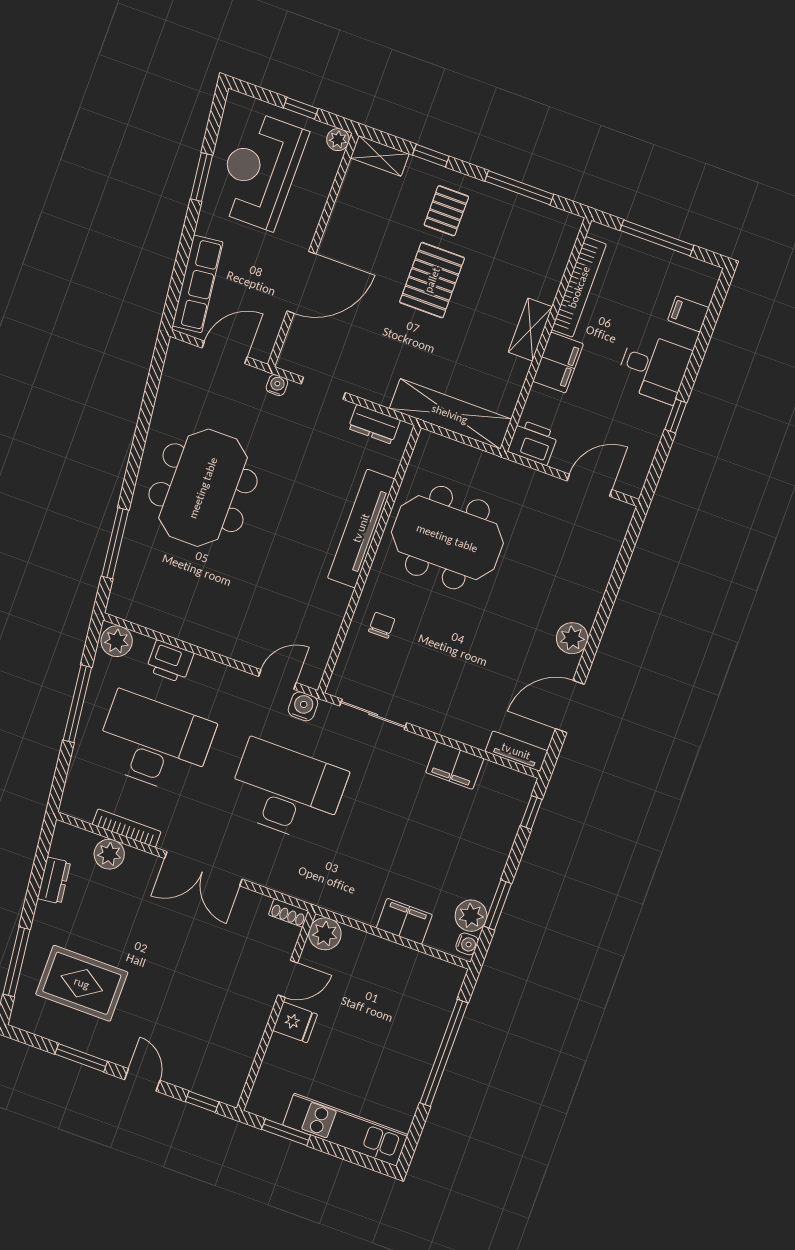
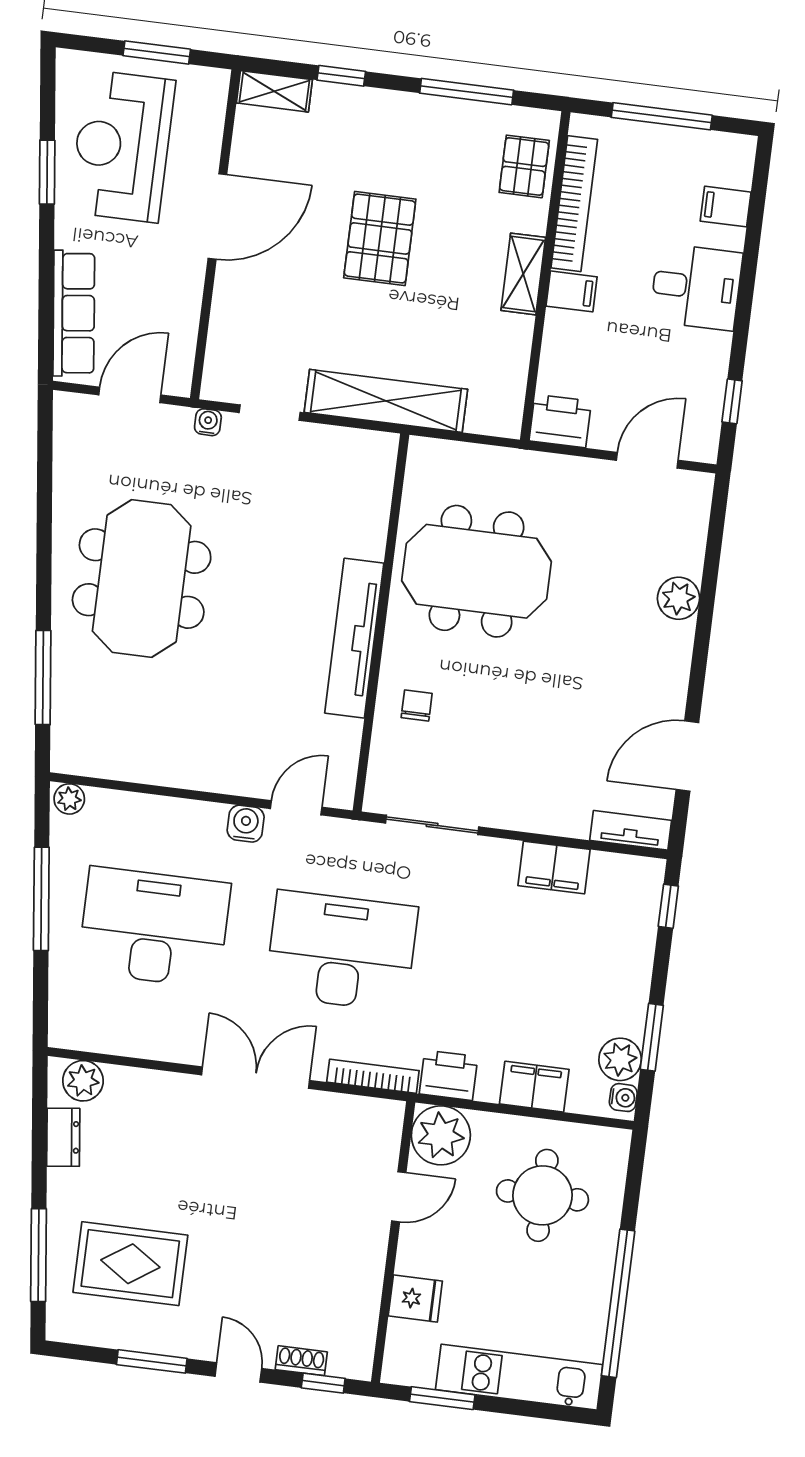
window: (301, 108) -> (157, 52), width x1.50
plant: (338, 140) -> (215, 82), removed
pallet: (446, 211) -> (524, 166), moved
door: (301, 282) -> (217, 217), moved
filing cabinet: (558, 363) -> (572, 291), width x0.50
shelving: (450, 414) -> (386, 401), moved
window: (676, 416) -> (732, 401), moved
dresser: (374, 424) -> (347, 445), removed
tv unit: (361, 528) -> (354, 638), moved
plant: (572, 638) -> (678, 598), moved
plant: (117, 641) -> (69, 799), width x0.73, depth x0.73
printer: (170, 662) -> (449, 1075), moved, turned 180
water cooler: (303, 706) -> (246, 824), moved
bookcase: (127, 828) -> (373, 1076), moved
plant: (109, 854) -> (83, 1081), moved
double door: (203, 869) -> (255, 1078), swing flipped
shoe rack: (289, 913) -> (301, 1361), moved, turned 180
plant: (325, 934) -> (441, 1135), width x1.36, depth x1.36
round table: (392, 1002) -> (542, 1195), added
fridge: (295, 1022) -> (415, 1299), moved
window: (444, 1053) -> (618, 1303), moved

